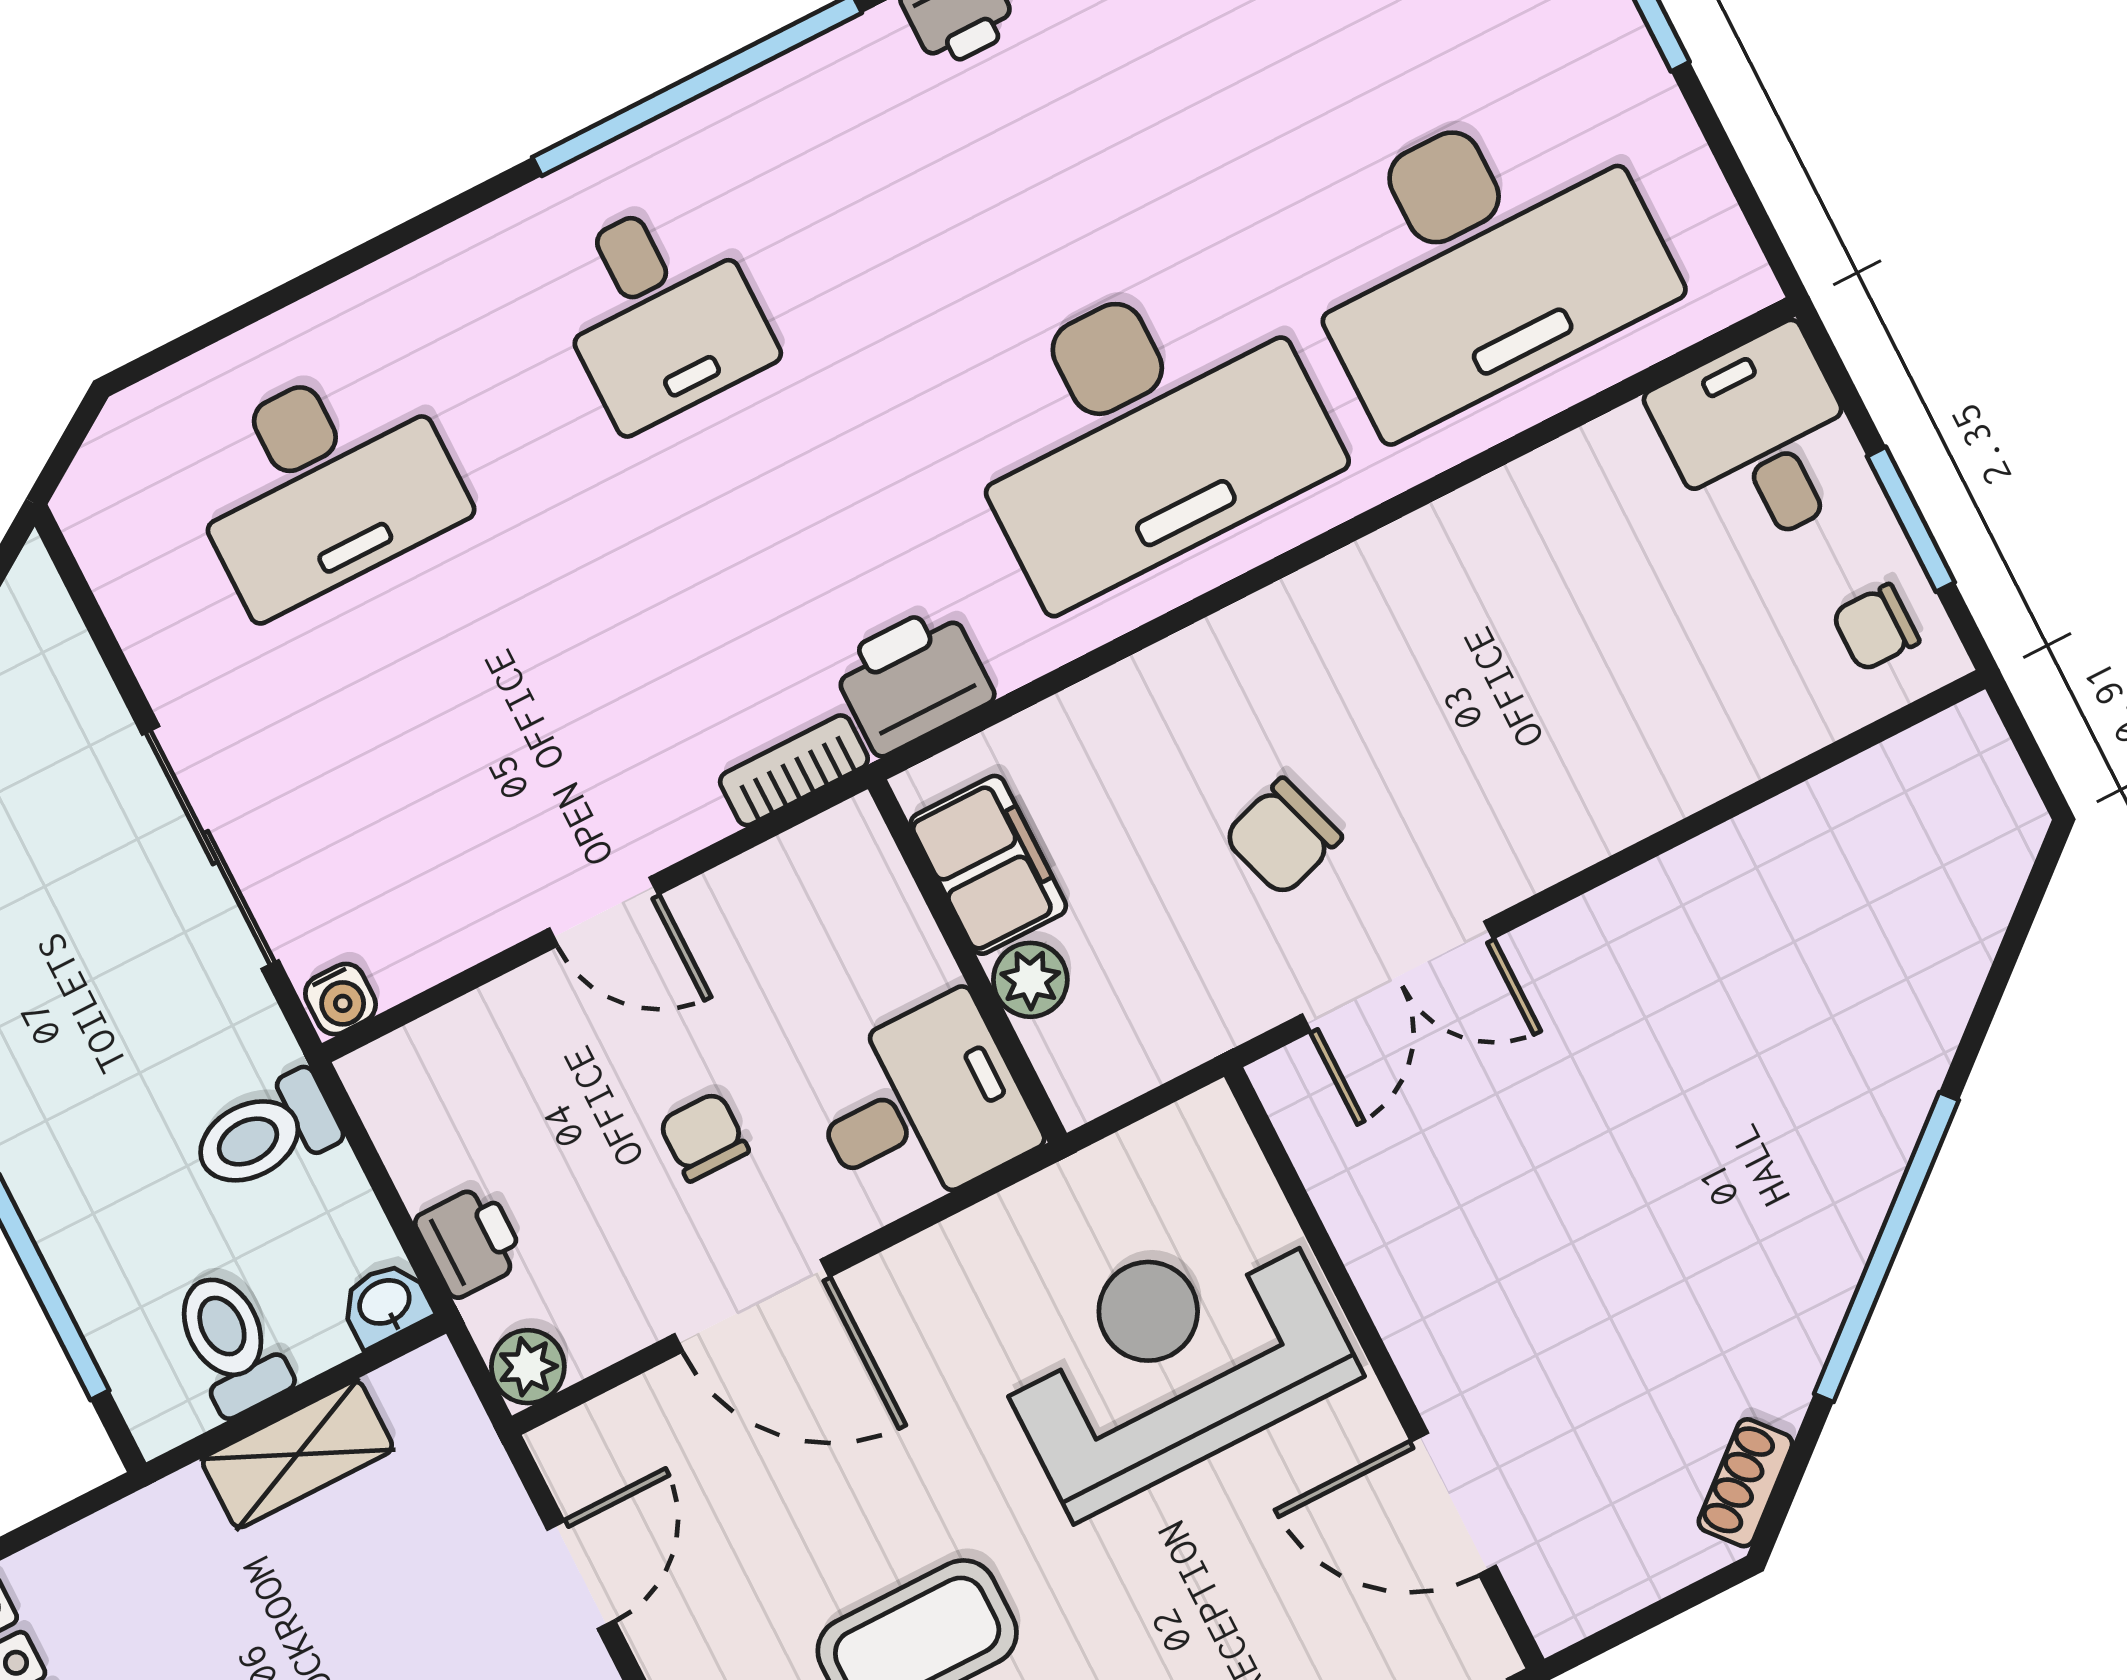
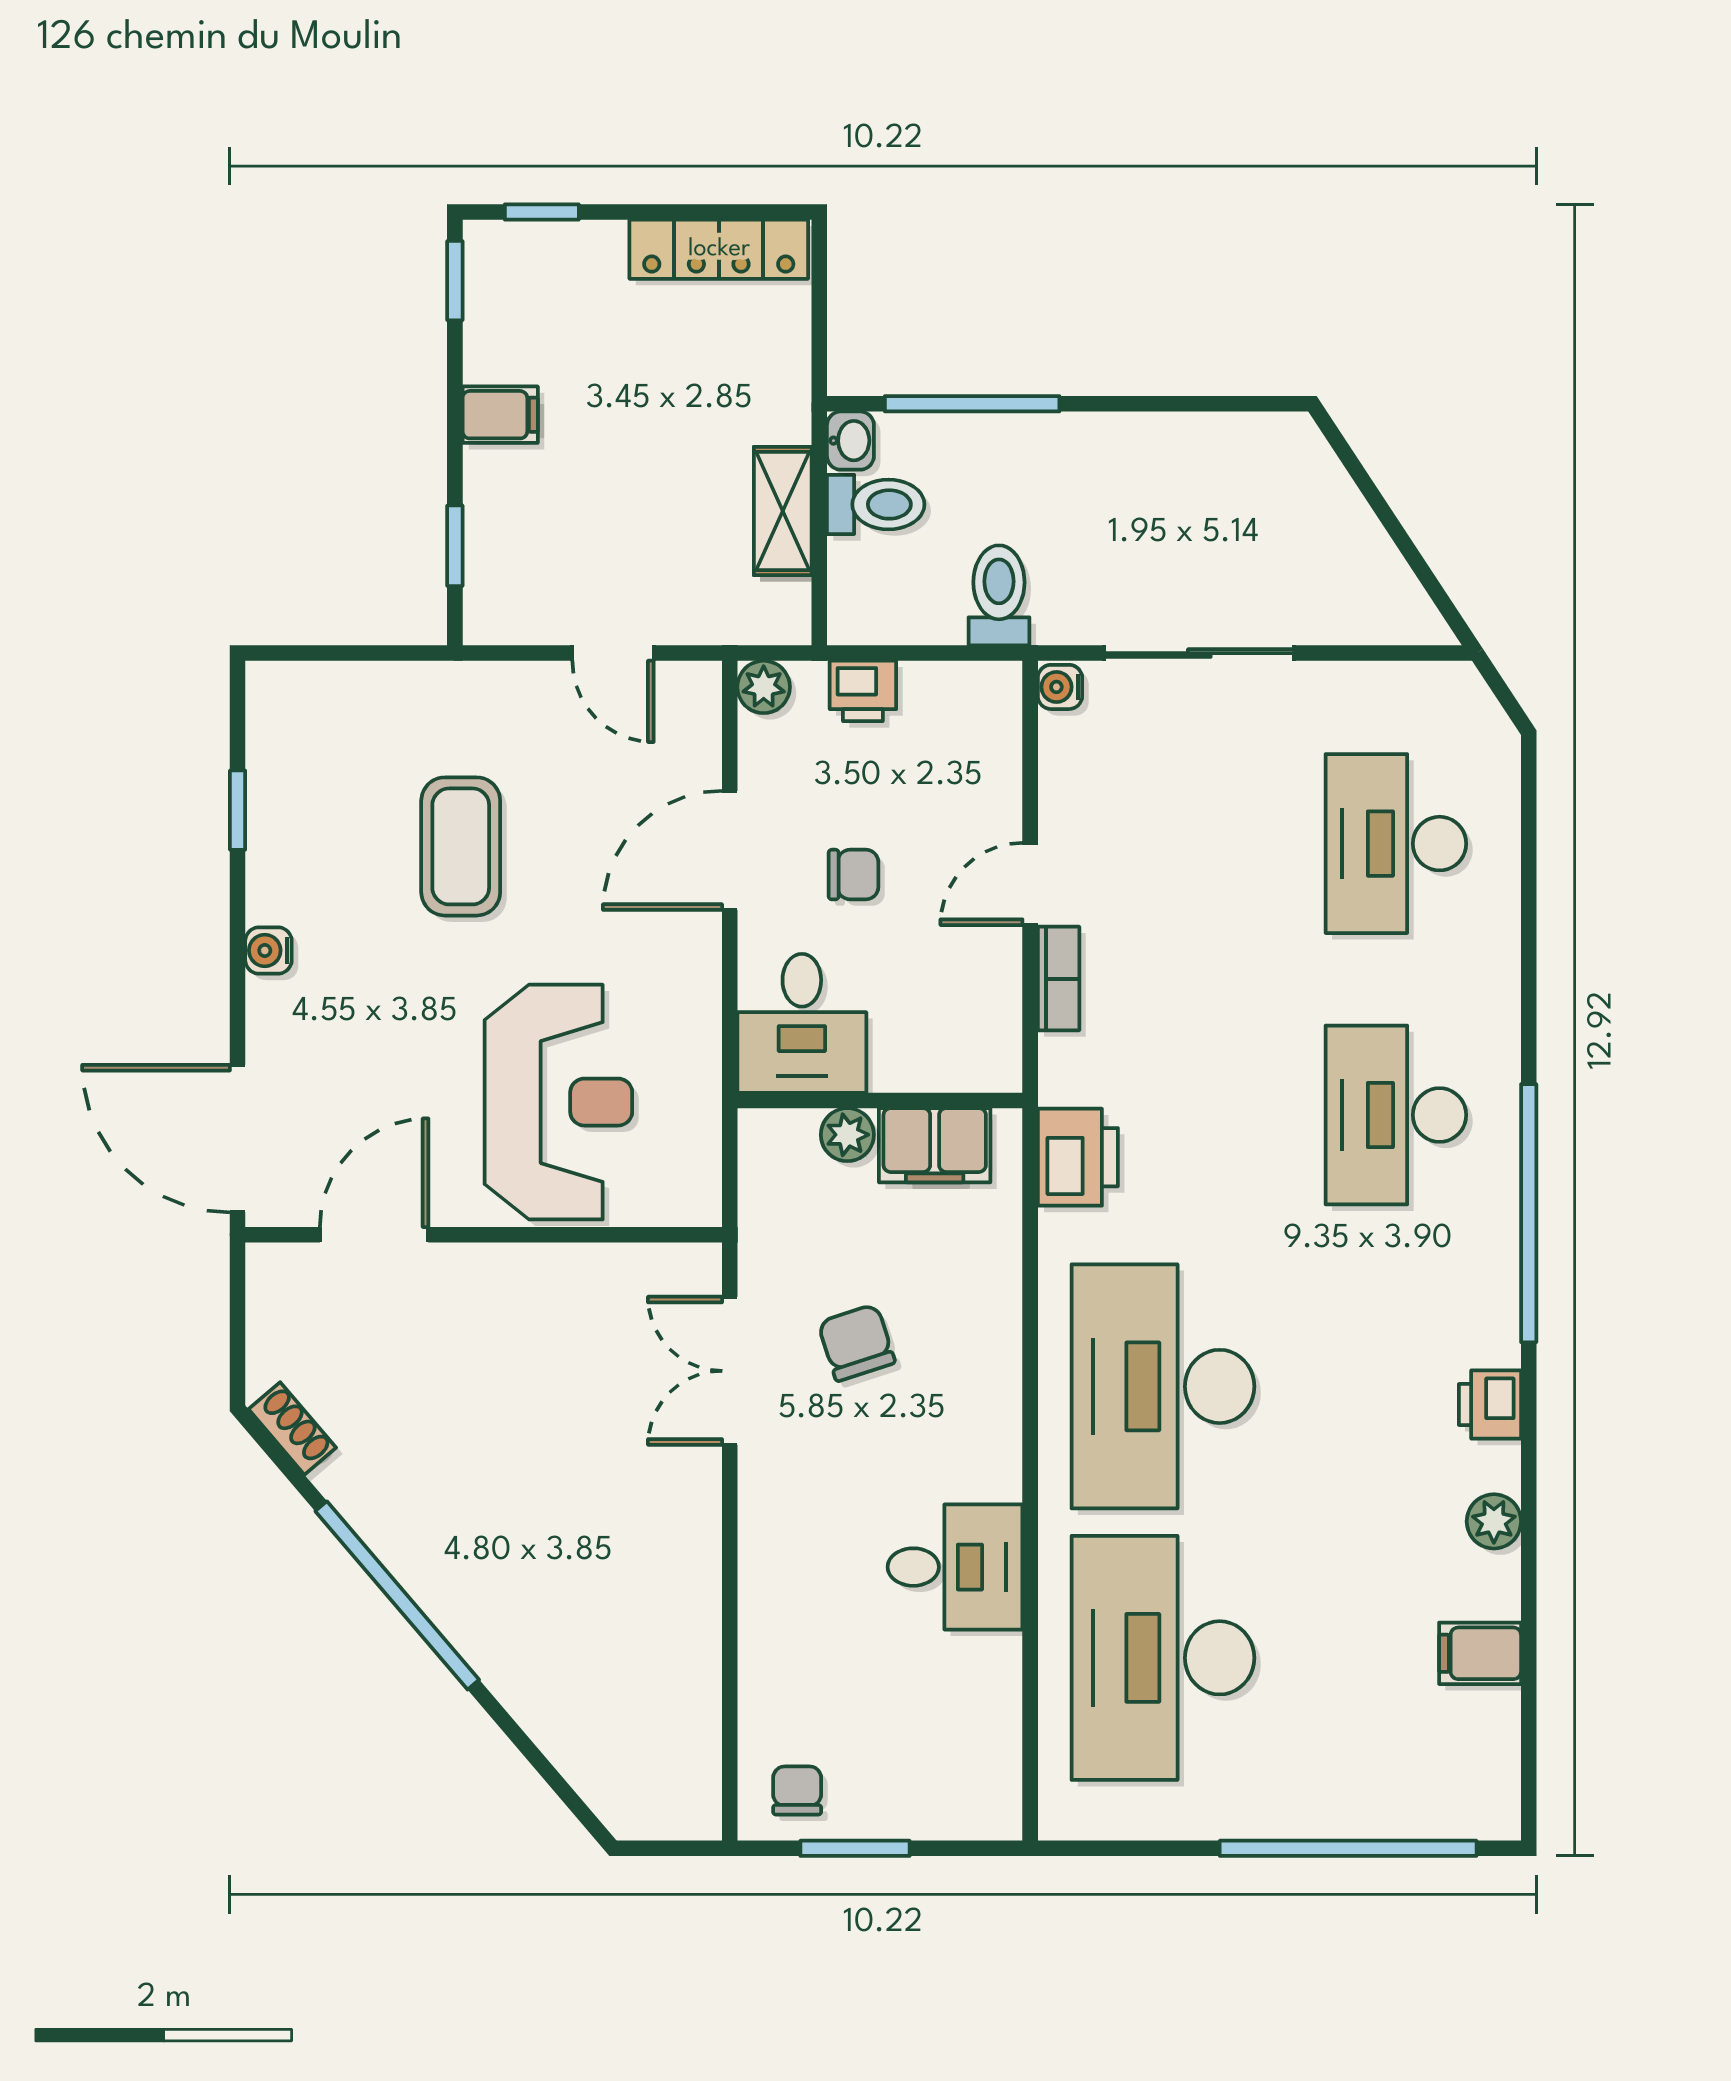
desk: (659, 312) -> (1396, 1115), width x1.37
desk: (1761, 439) -> (955, 1567), moved
bookcase: (794, 770) -> (1059, 979), moved
washbasin: (385, 1304) -> (850, 441), moved

